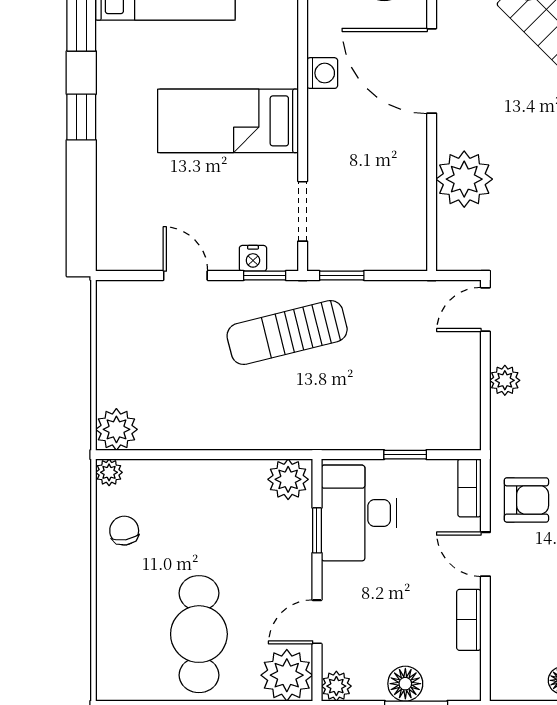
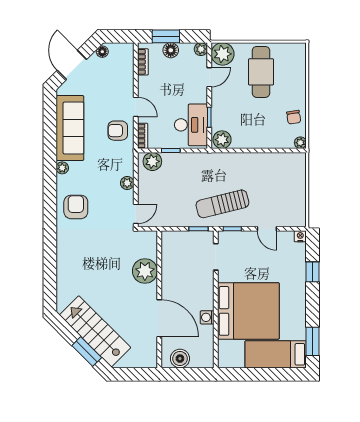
window: (81, 117) -> (313, 272), moved
bed: (228, 121) -> (248, 311), width x2.04
nightstand: (253, 258) -> (300, 236), moved
sun lounger: (287, 333) -> (222, 204), turned 180
plant: (116, 429) -> (152, 161), moved
bookcase: (469, 620) -> (143, 62), moved

